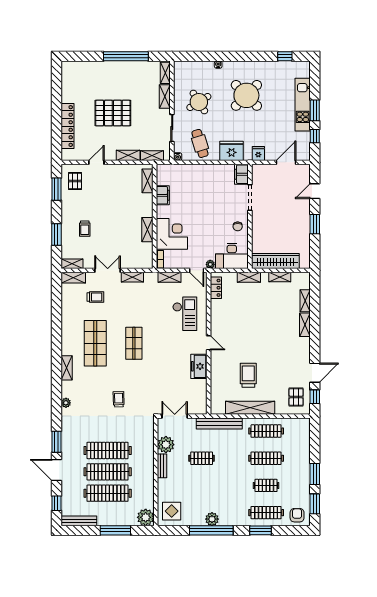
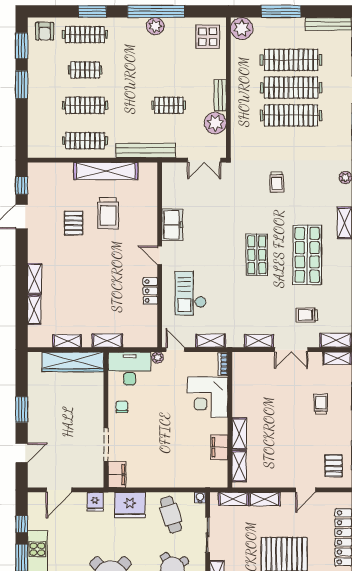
shelving: (147, 230) -> (239, 434), moved
locker: (216, 288) -> (150, 291), moved
pallet: (296, 397) -> (74, 223), moved

